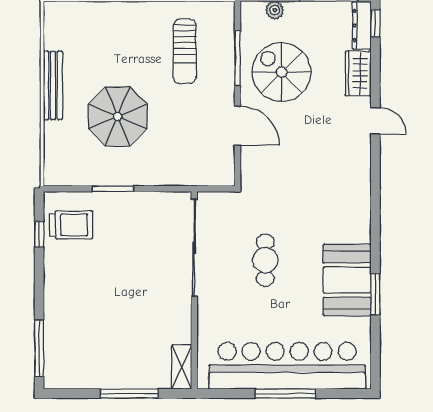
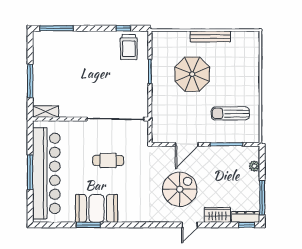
spiral stairs: (282, 72) -> (180, 189), moved

